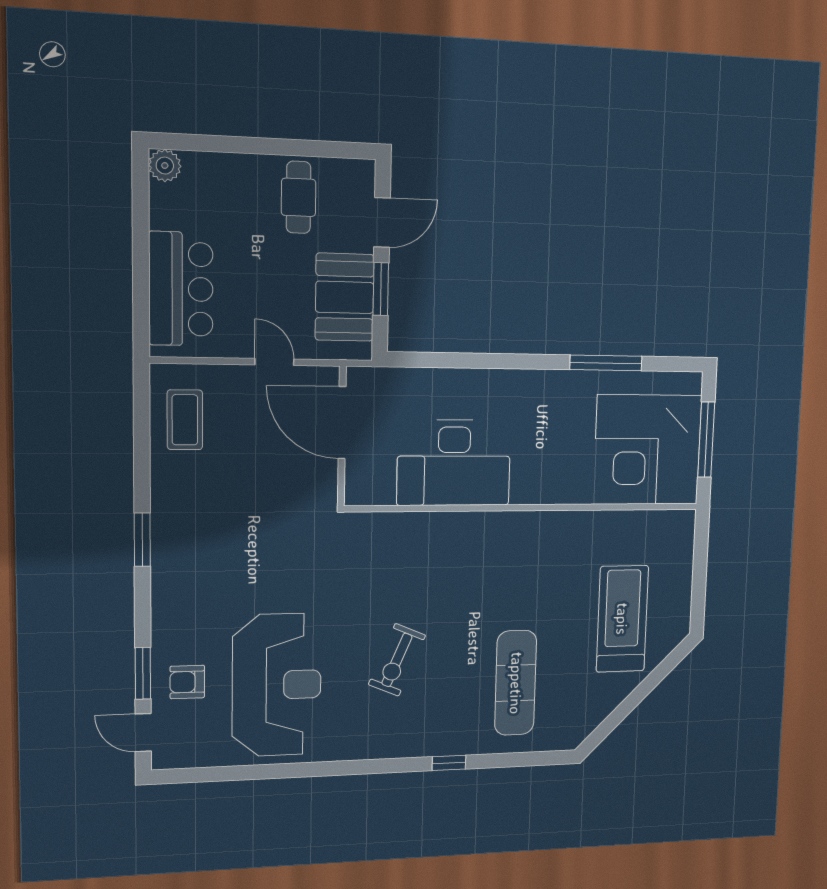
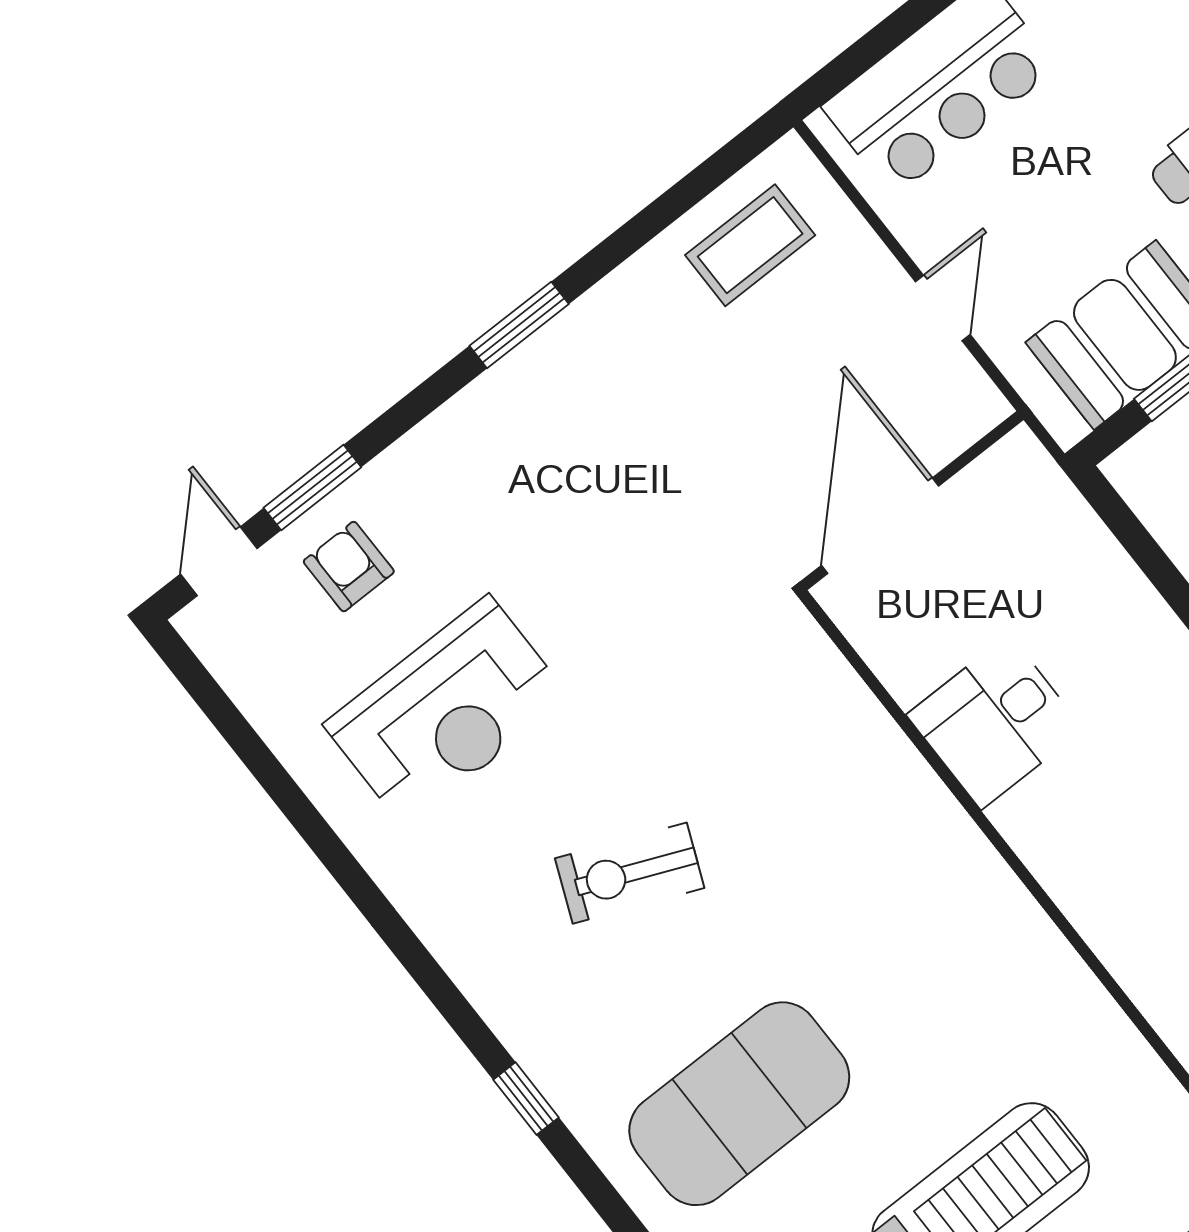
door: (342, 423) -> (880, 526), moved
desk: (454, 463) -> (995, 722), width x0.53, depth x0.77
exercise mat: (516, 683) -> (739, 1104), width x1.47
reception desk: (277, 685) -> (447, 711), width x0.74, depth x0.77

